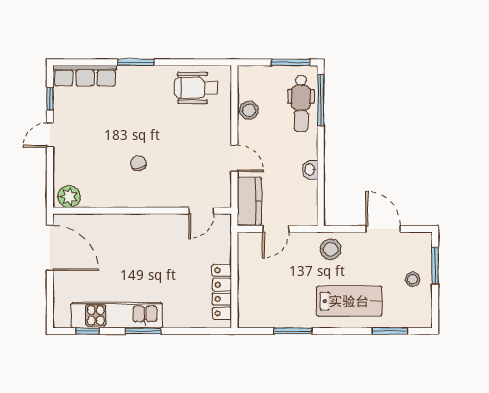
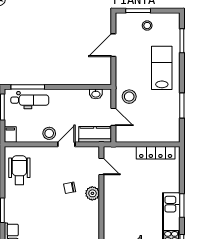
filing cabinet: (249, 74) -> (10, 135), added
wheelchair: (196, 88) -> (19, 170), turned 180
stool: (249, 110) -> (49, 133), moved
chair: (138, 163) -> (70, 188), moved
washbasin: (310, 169) -> (96, 94), moved
plant: (161, 197) -> (92, 193), added
stool: (331, 249) -> (129, 97), moved

